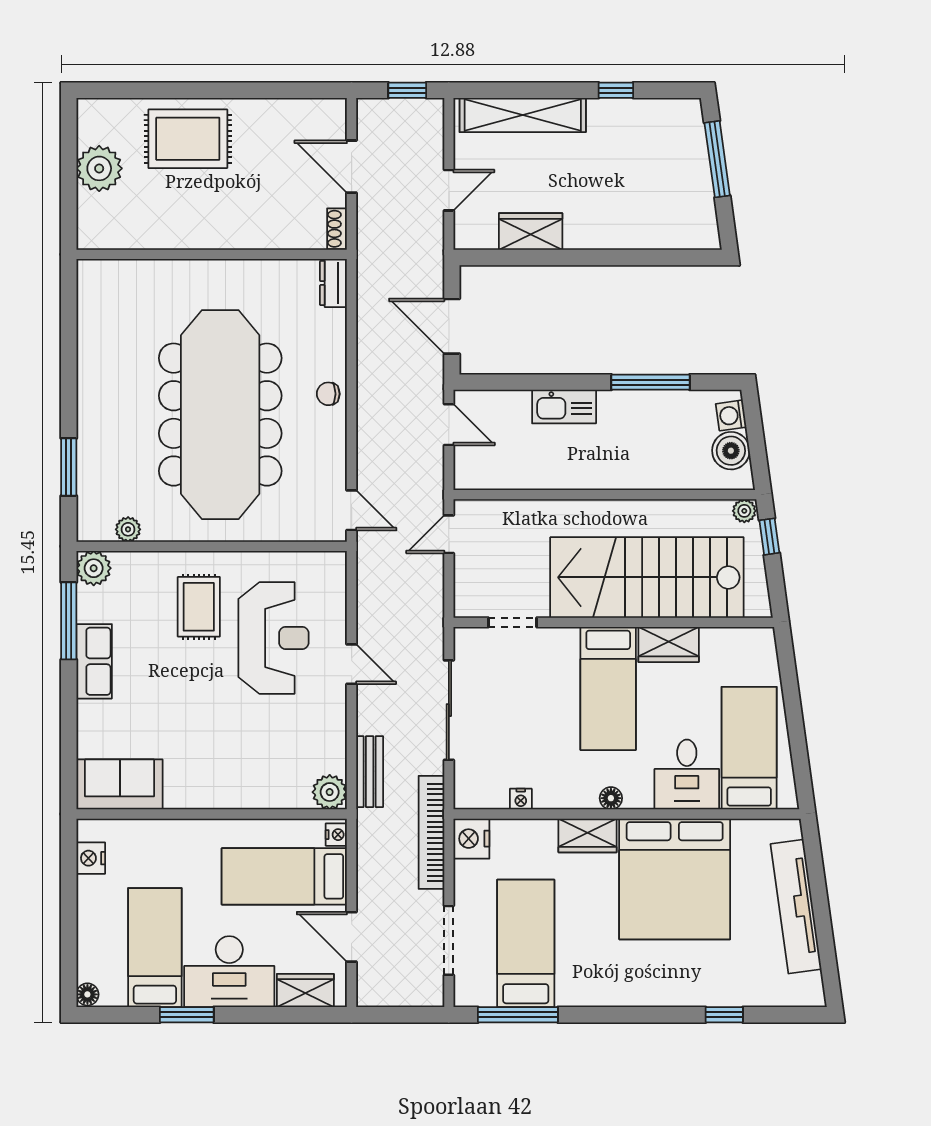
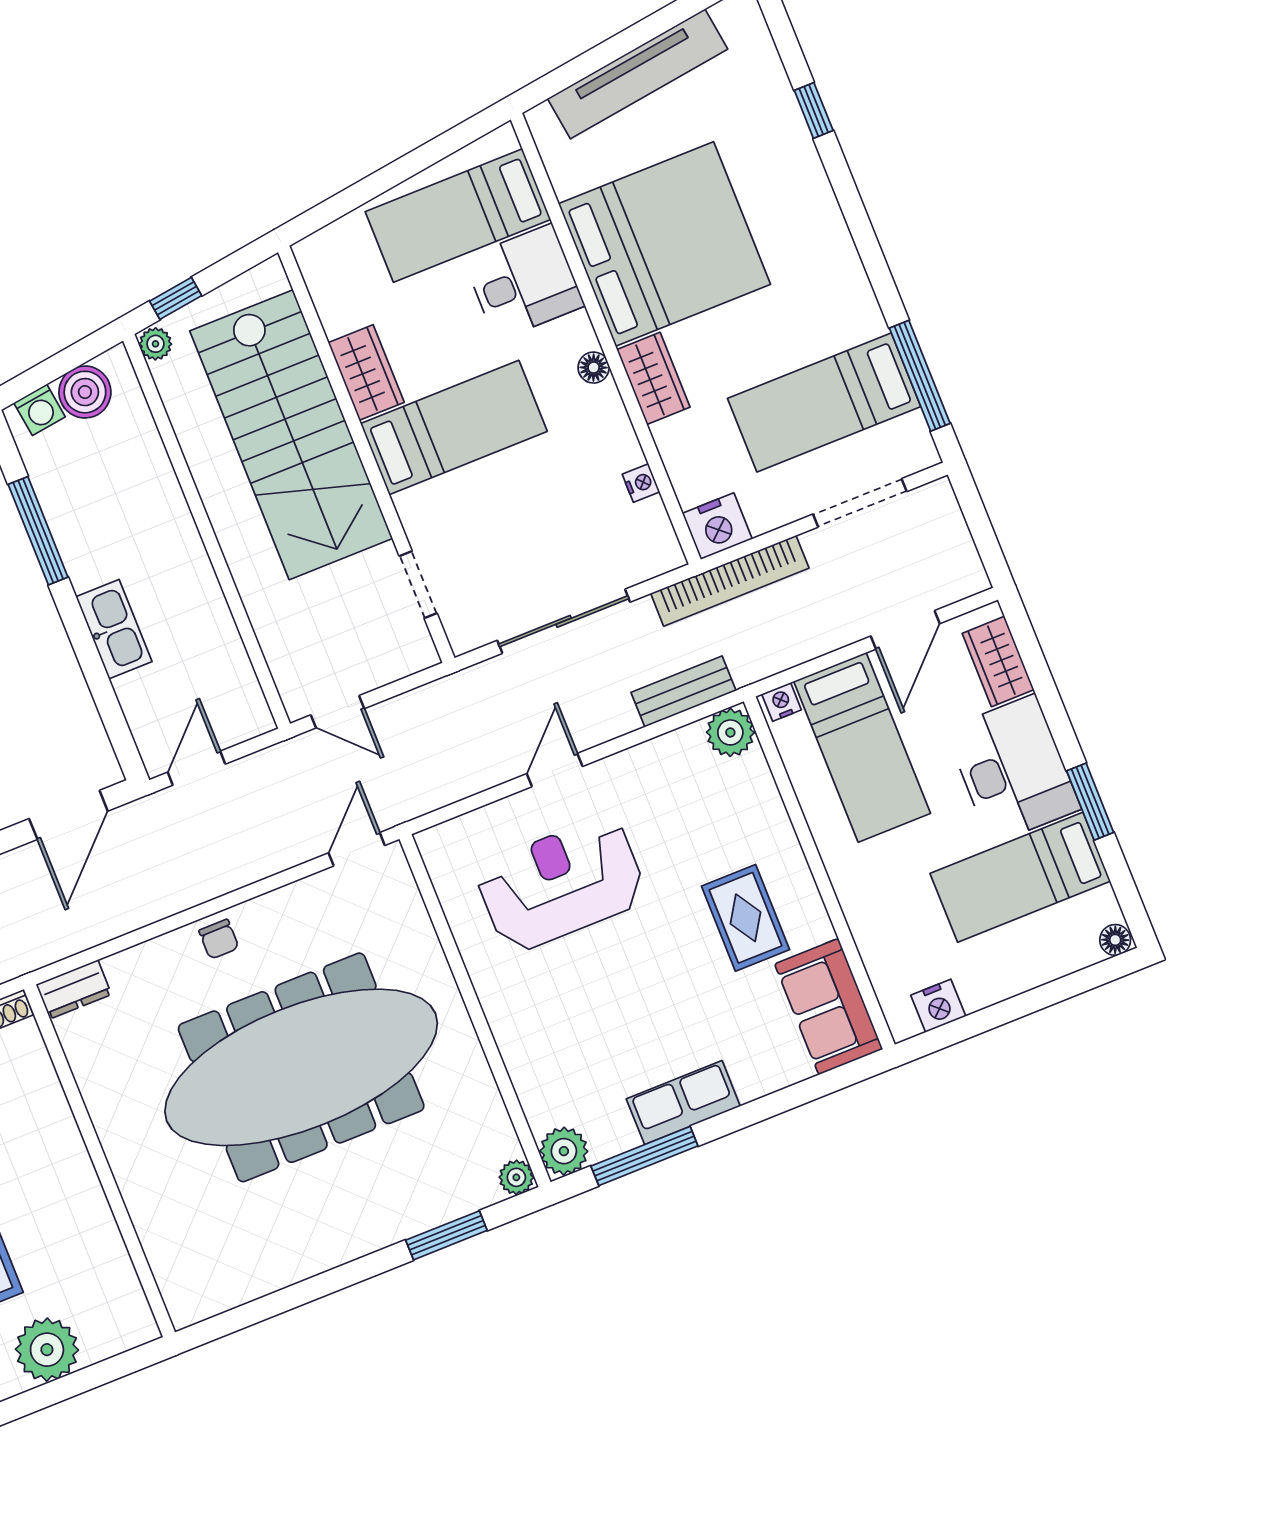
plant: (128, 529) -> (516, 1177), moved
rug: (199, 607) -> (746, 918), moved, turned 90

